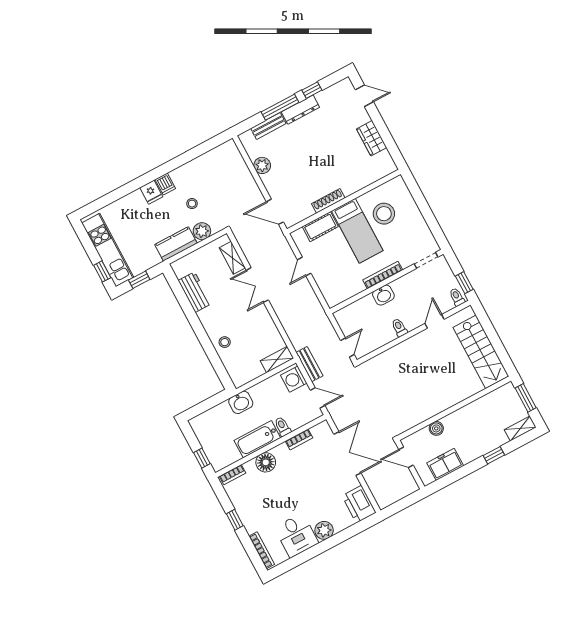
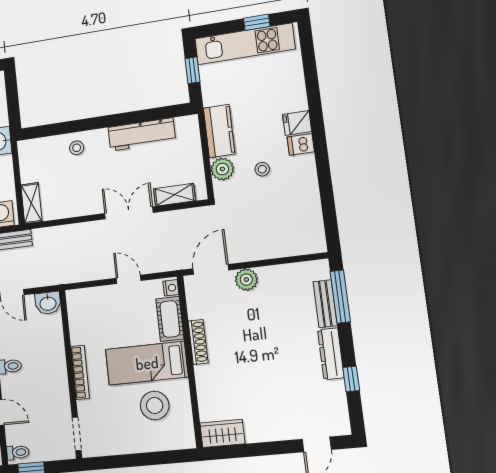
window: (280, 107) -> (340, 297), moved
wardrobe: (372, 138) -> (222, 433), moved
plant: (262, 165) -> (246, 280), moved
nightstand: (298, 234) -> (171, 288), added
window: (102, 271) -> (257, 22), moved
workbench: (195, 292) -> (142, 134), width x1.38
washbasin: (383, 295) -> (48, 303), moved, turned -90

